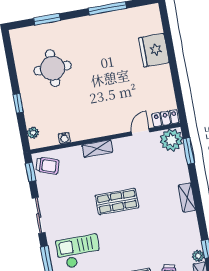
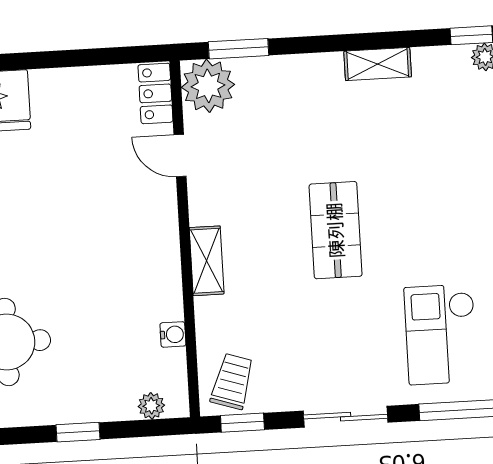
shelving: (187, 198) -> (378, 64), moved

